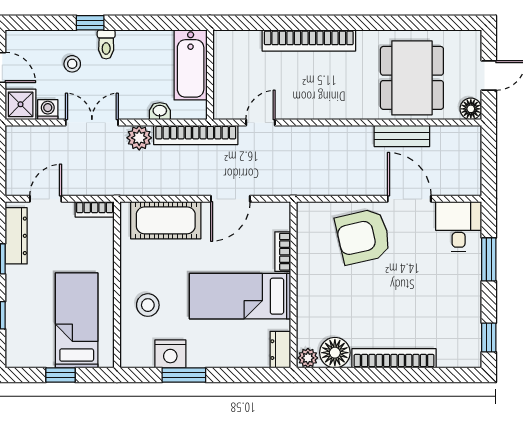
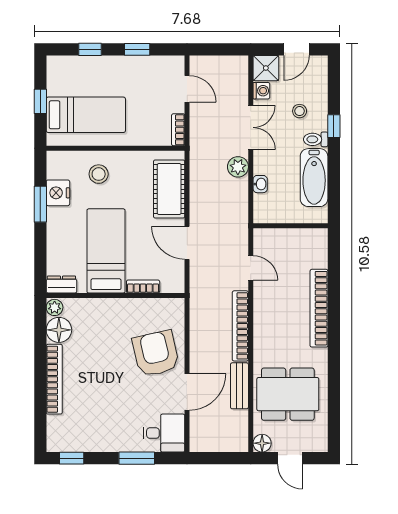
bathtub: (191, 65) -> (314, 178), moved, turned -90
bookcase: (196, 135) -> (240, 326), moved
dresser: (16, 236) -> (156, 64), removed

